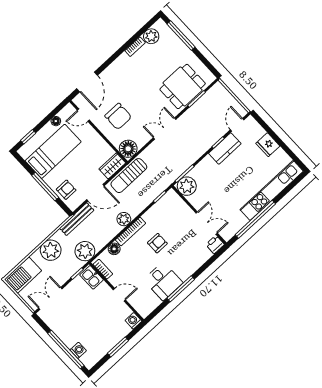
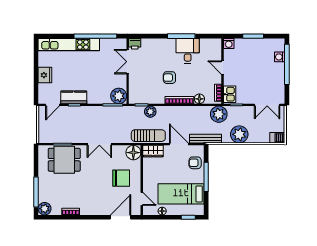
plant: (151, 36) -> (45, 209), moved
chair: (118, 116) -> (121, 178), turned 90
plant: (124, 219) -> (150, 112), moved
barbecue: (23, 275) -> (277, 138), width x0.53, depth x0.65

